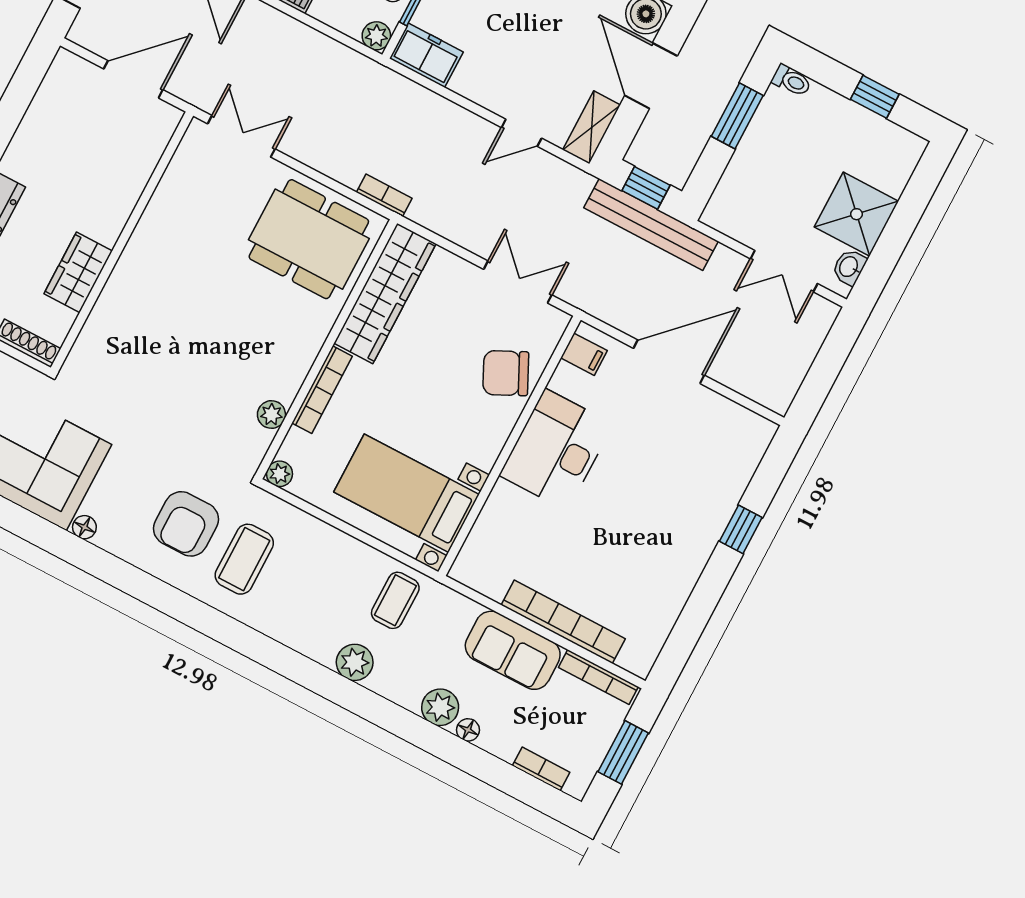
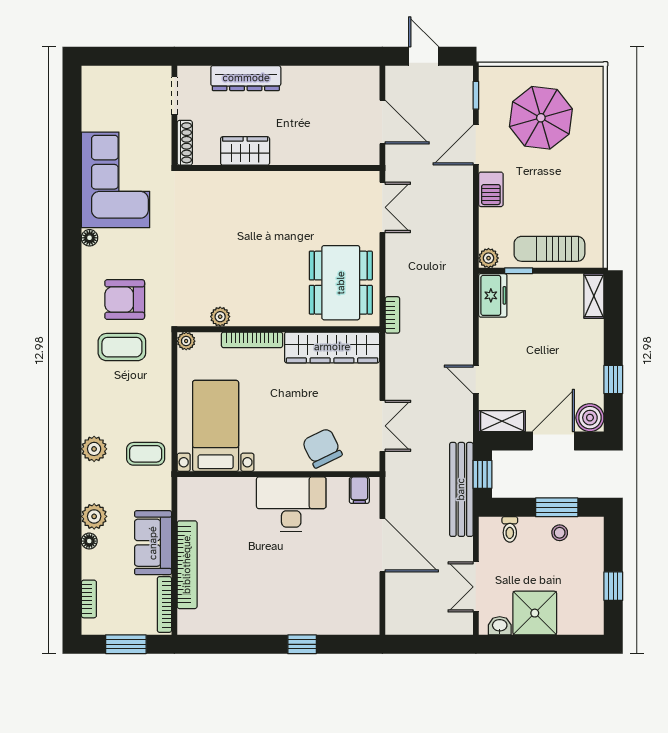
toilet: (791, 81) -> (510, 529), moved
stool: (771, 129) -> (560, 533), added

